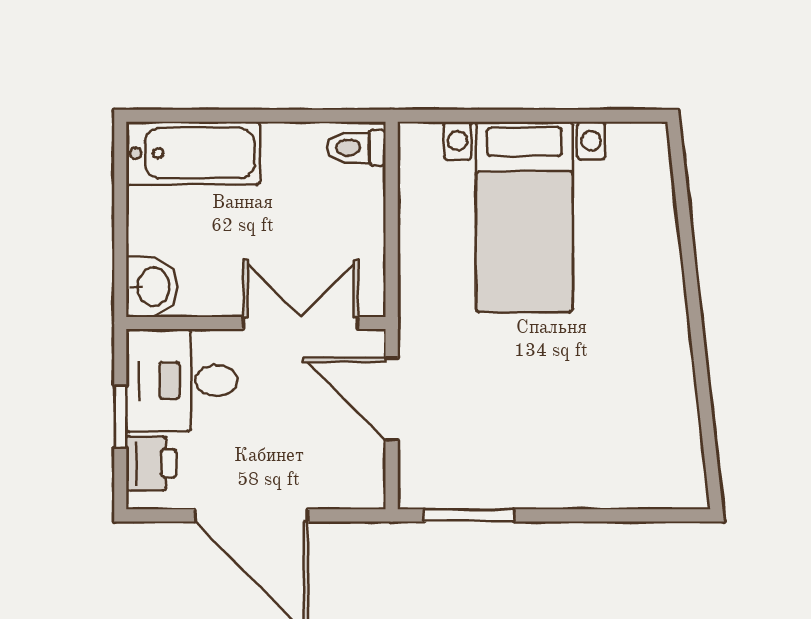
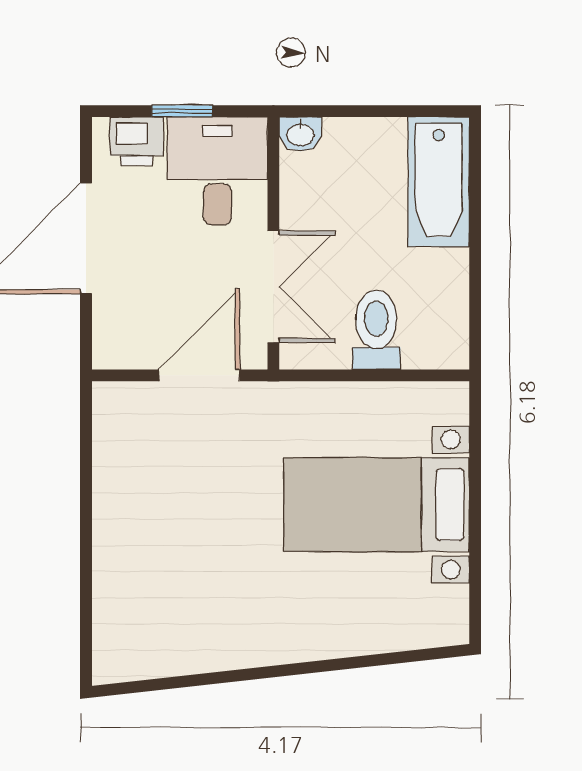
toilet: (356, 148) -> (376, 330), moved, width x1.37, depth x1.39
washbasin: (152, 287) -> (300, 134), width x0.72, depth x0.69
window: (469, 515) -> (86, 451), removed

